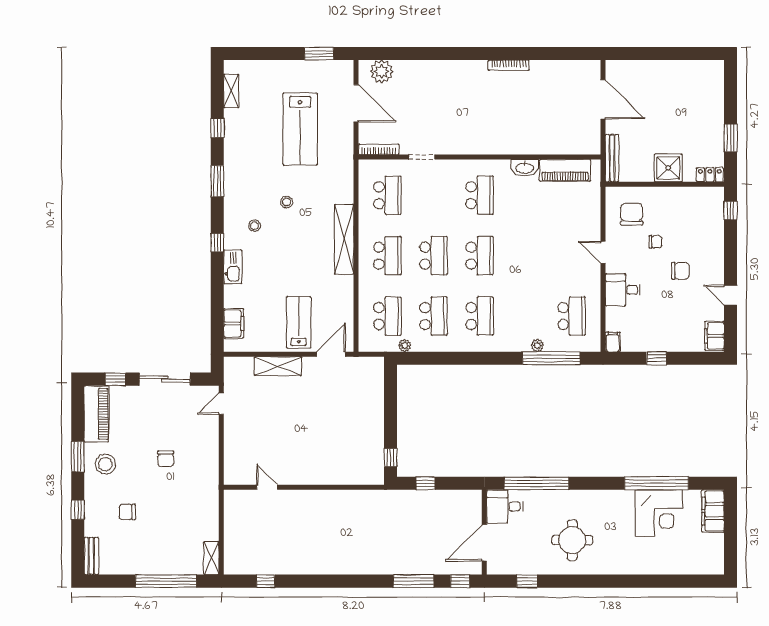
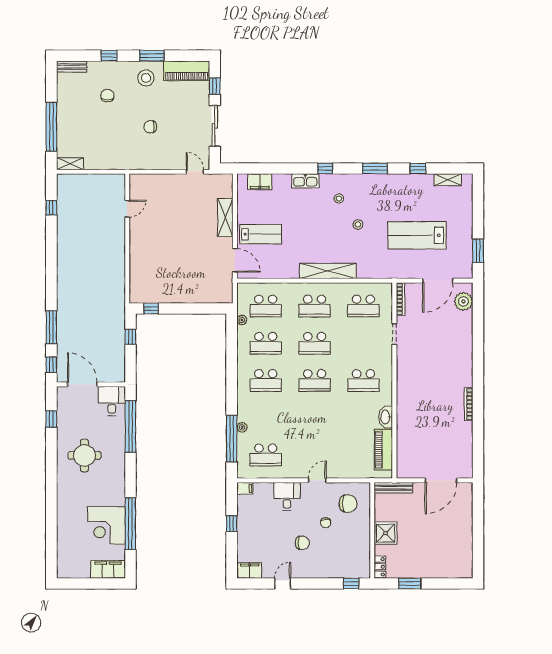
chair: (680, 271) -> (302, 543), turned -90

